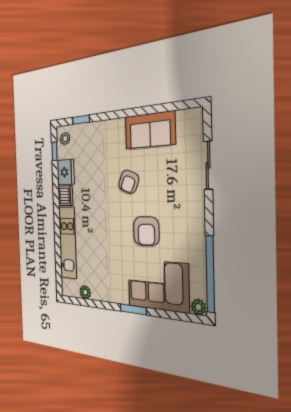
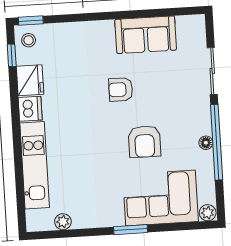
window: (81, 120) -> (31, 21), moved
armchair: (129, 182) -> (121, 89), turned 67
floor lamp: (199, 238) -> (206, 143), added
window: (210, 274) -> (217, 142), moved

